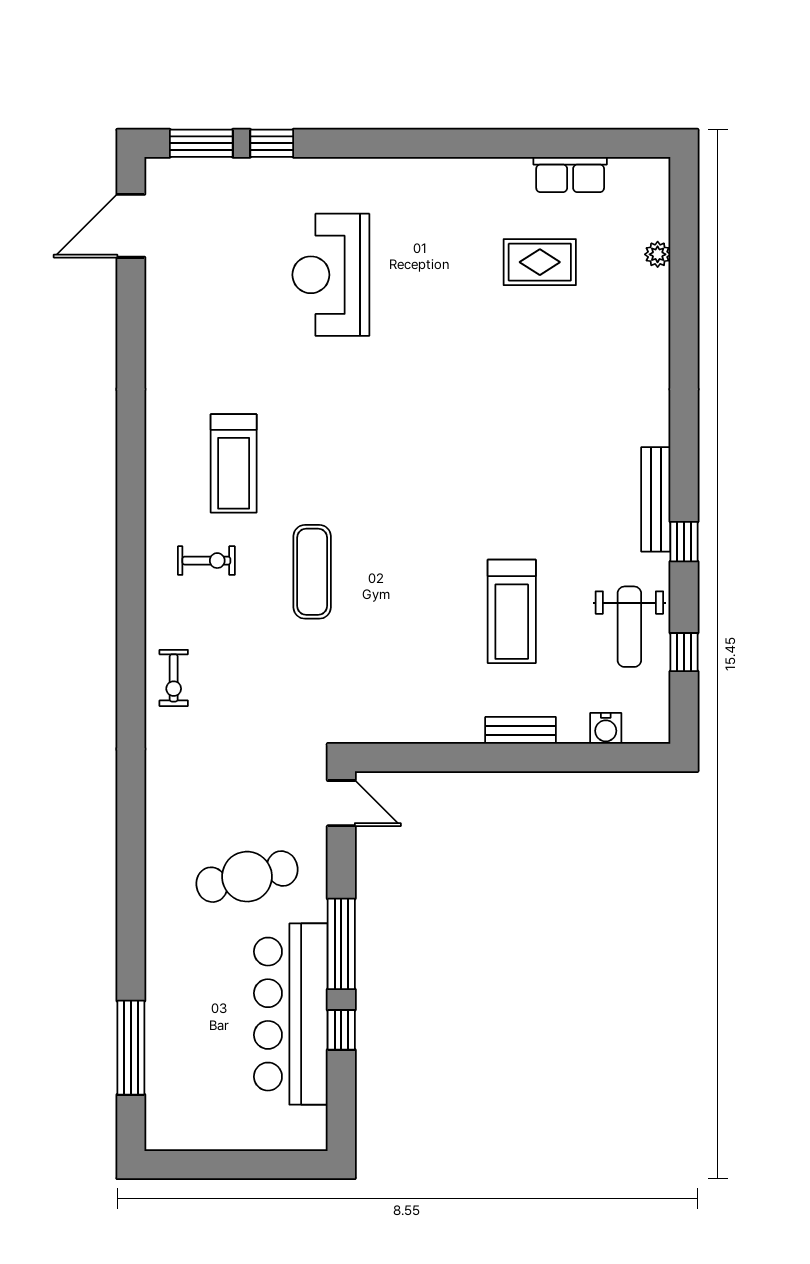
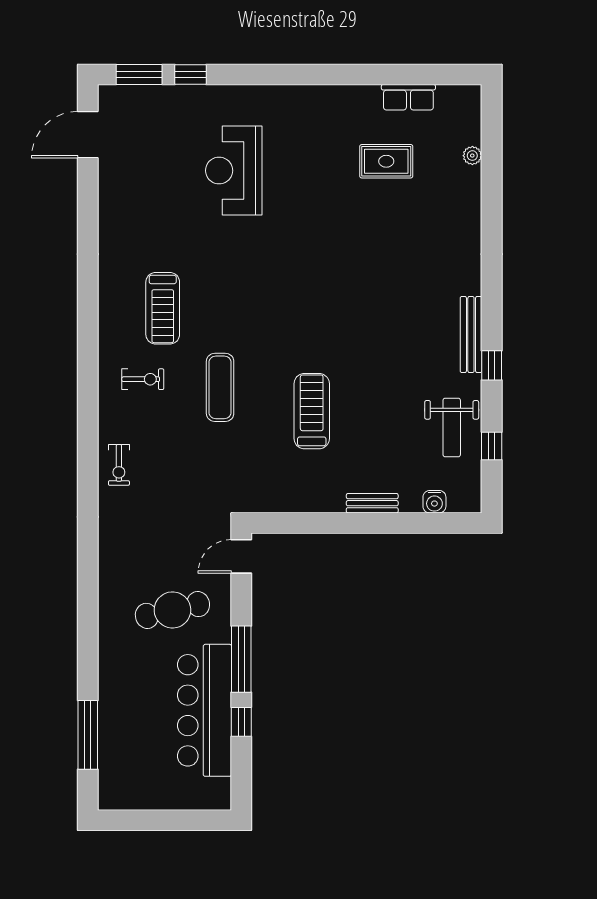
treadmill: (512, 611) -> (312, 411), moved, turned 180
door: (341, 803) -> (241, 556), swing flipped

